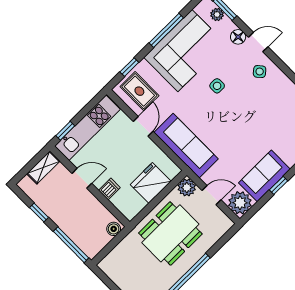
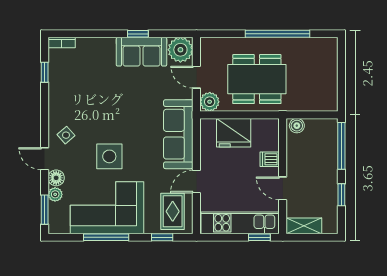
plant: (217, 14) -> (55, 194), moved
side table: (217, 86) -> (109, 156), width x1.87, depth x1.87

